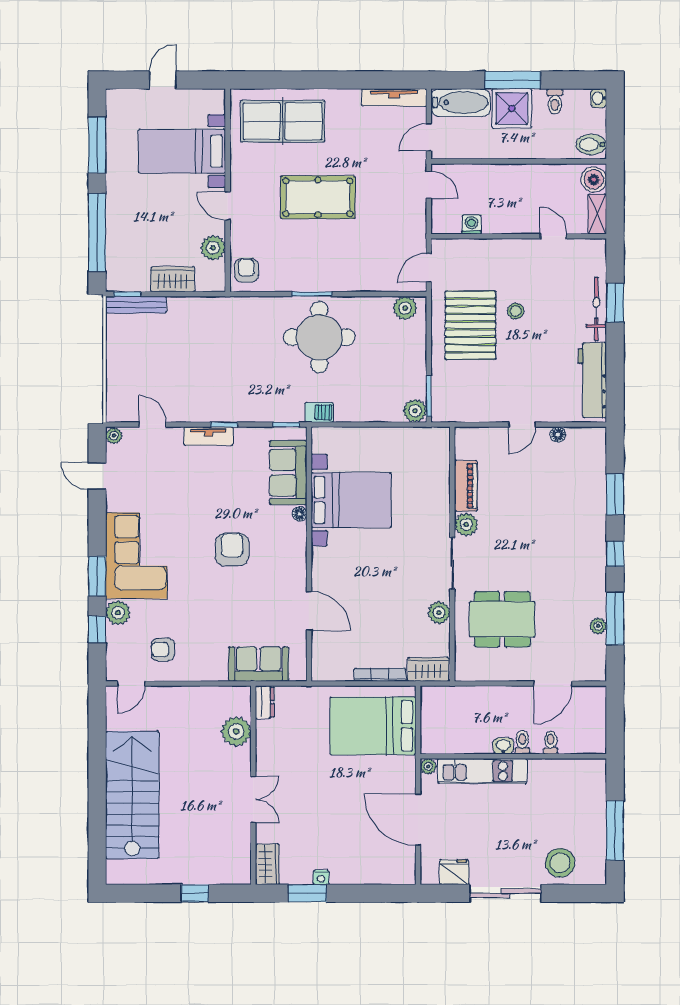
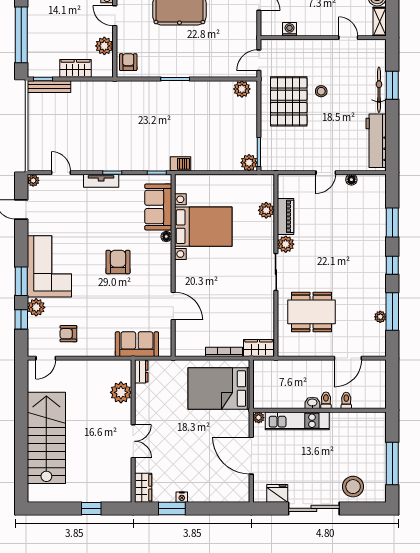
round table: (319, 337) -> (180, 110), removed
plant: (439, 613) -> (266, 210), moved

